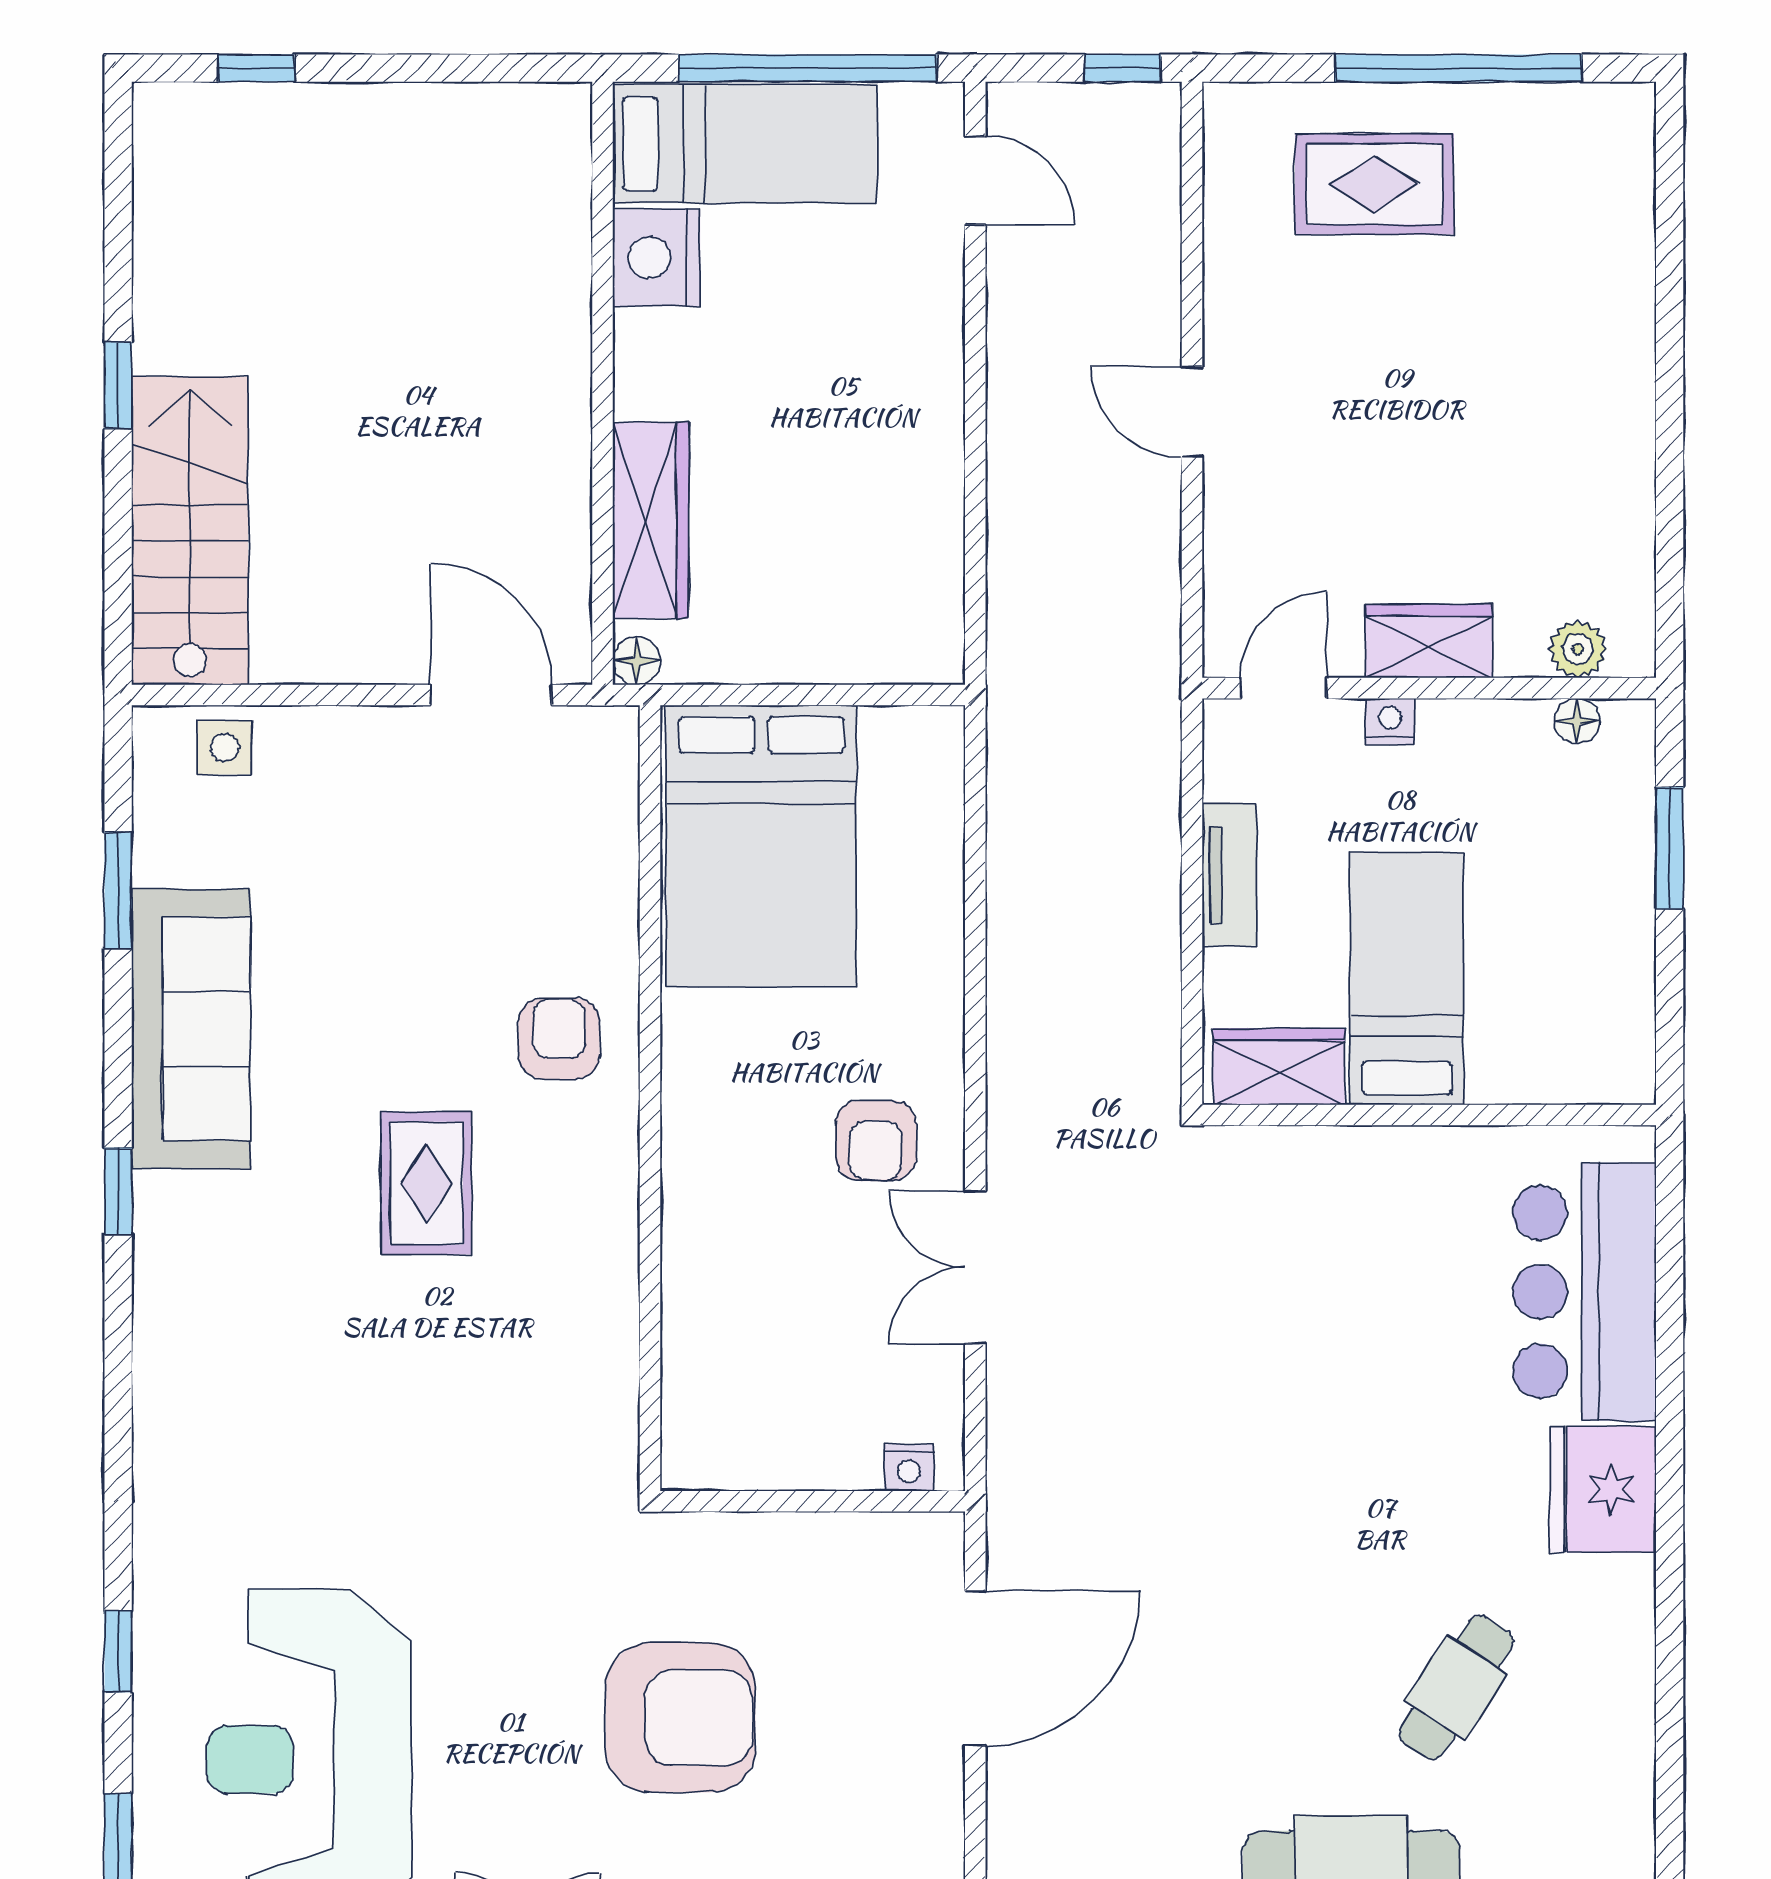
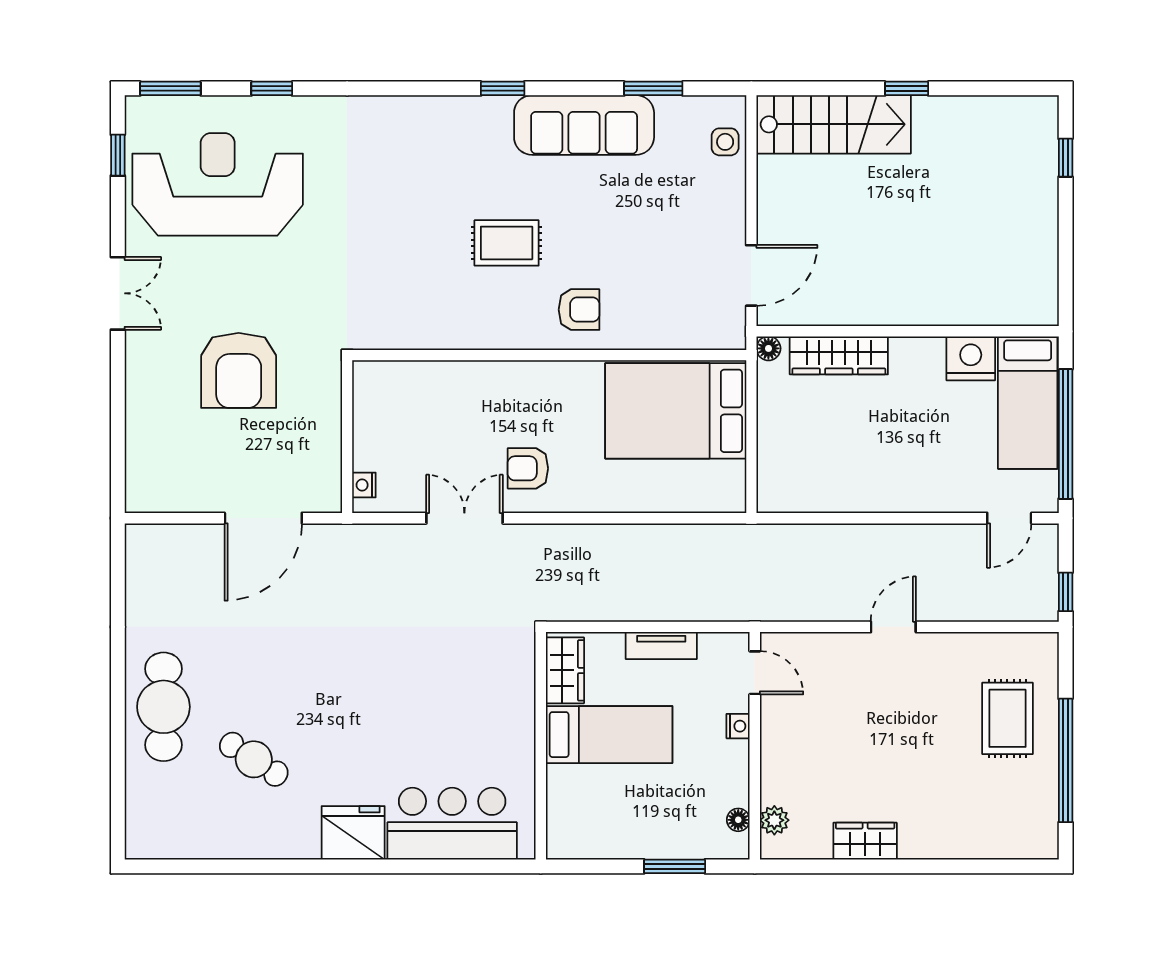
wardrobe: (1429, 641) -> (865, 841), moved, turned -90
door: (975, 1668) -> (263, 518), hinge flipped

